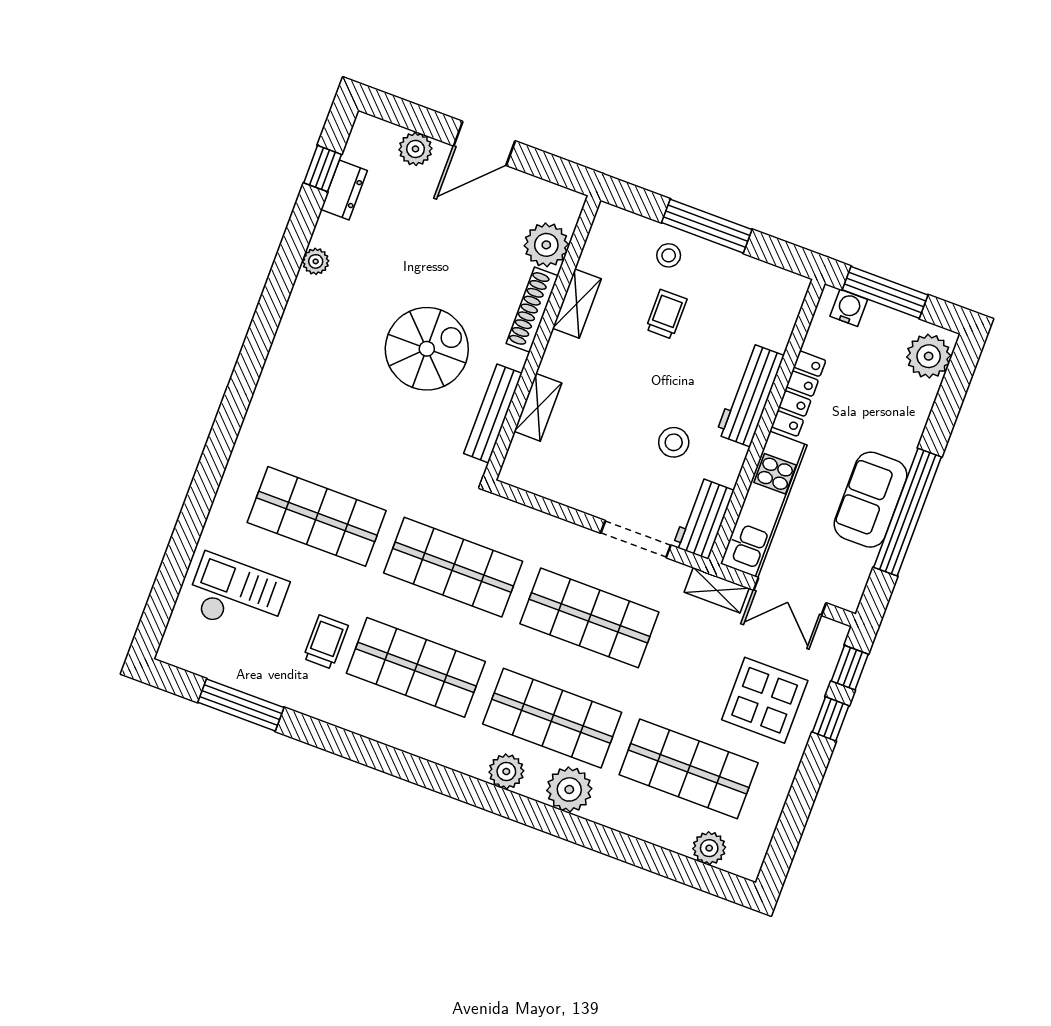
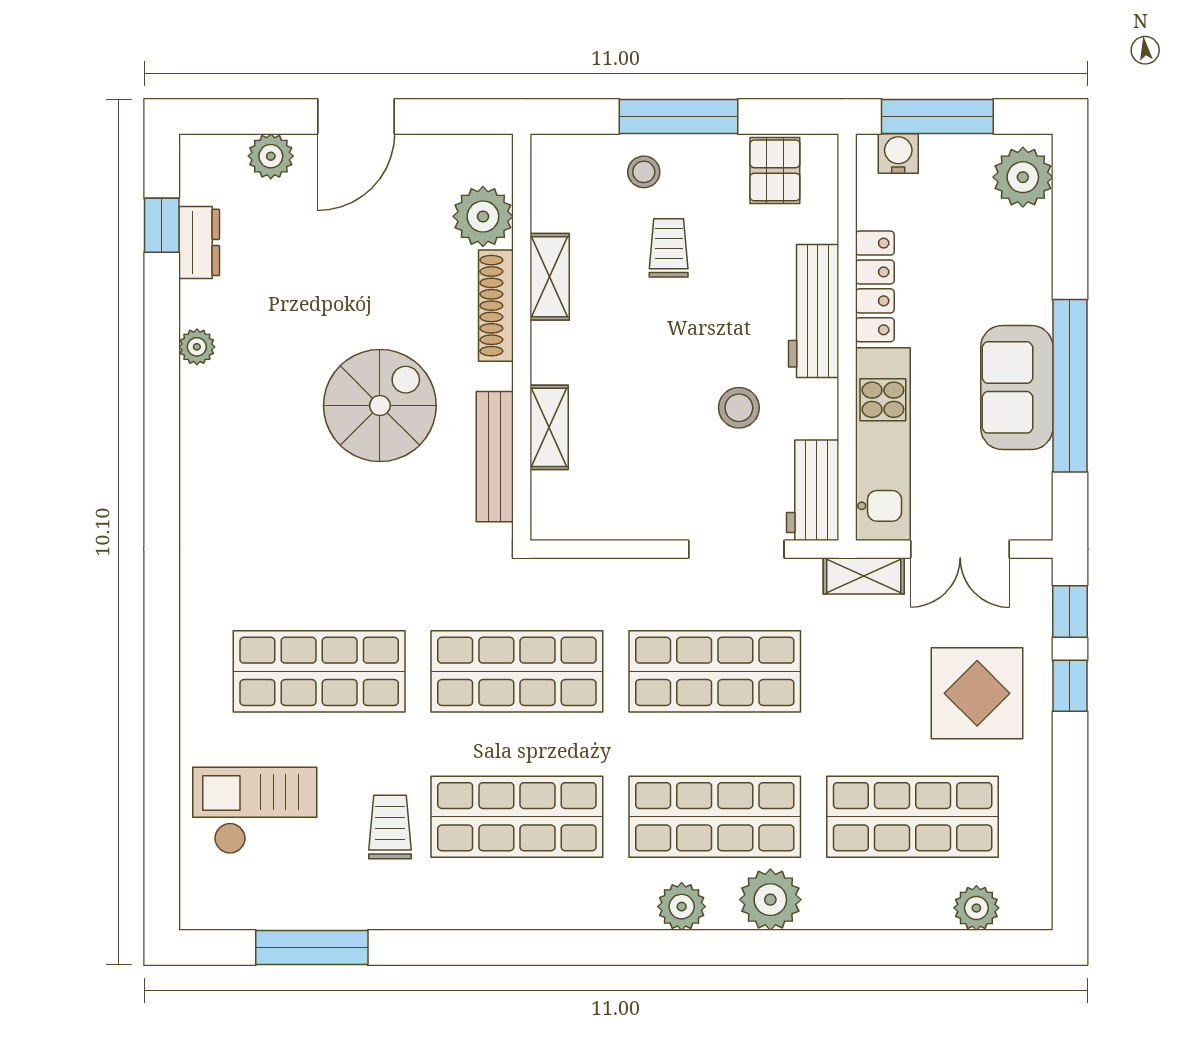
pallet: (759, 288) -> (775, 170), added

